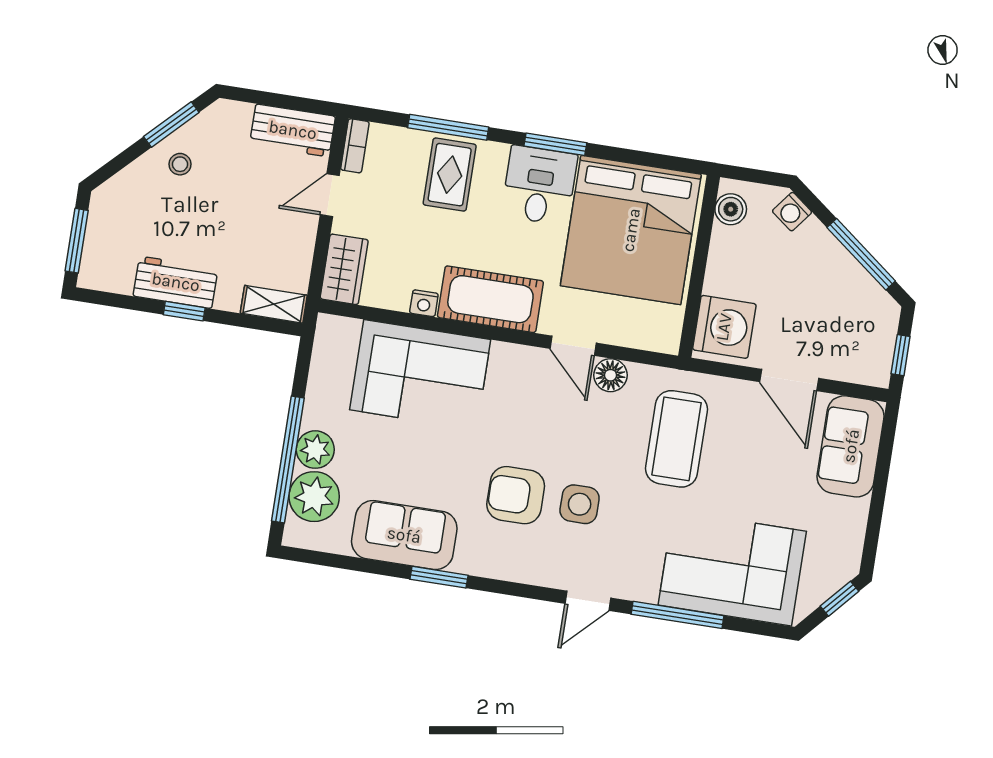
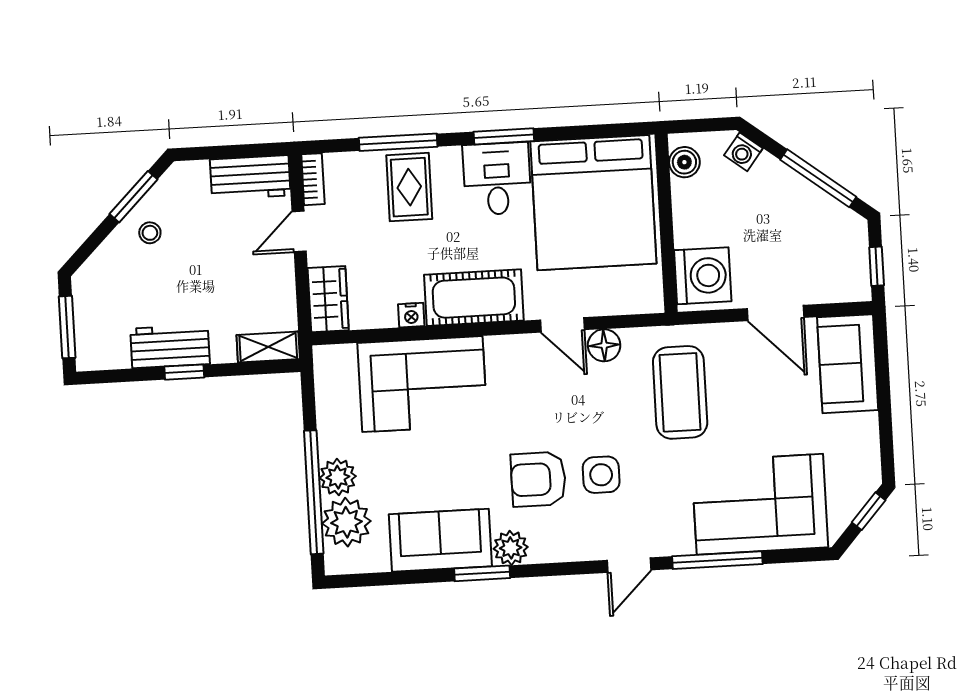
plant: (473, 558) -> (511, 548), added

